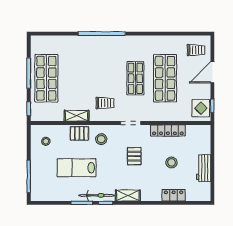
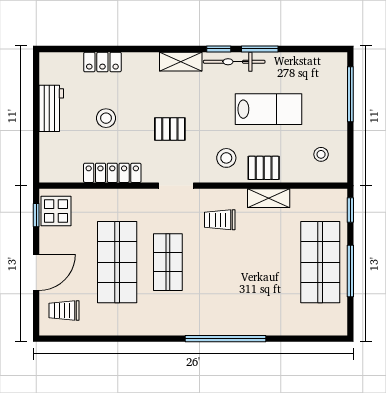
pallet: (134, 156) -> (170, 129), turned 90

